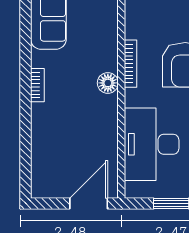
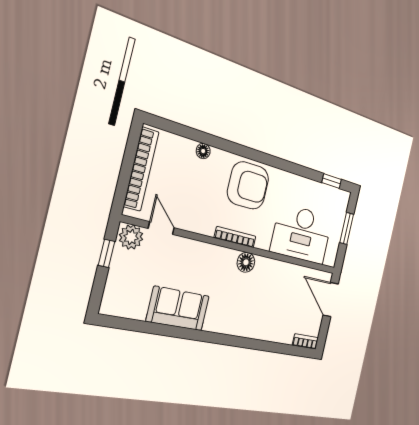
bookcase: (37, 85) -> (305, 341), moved

